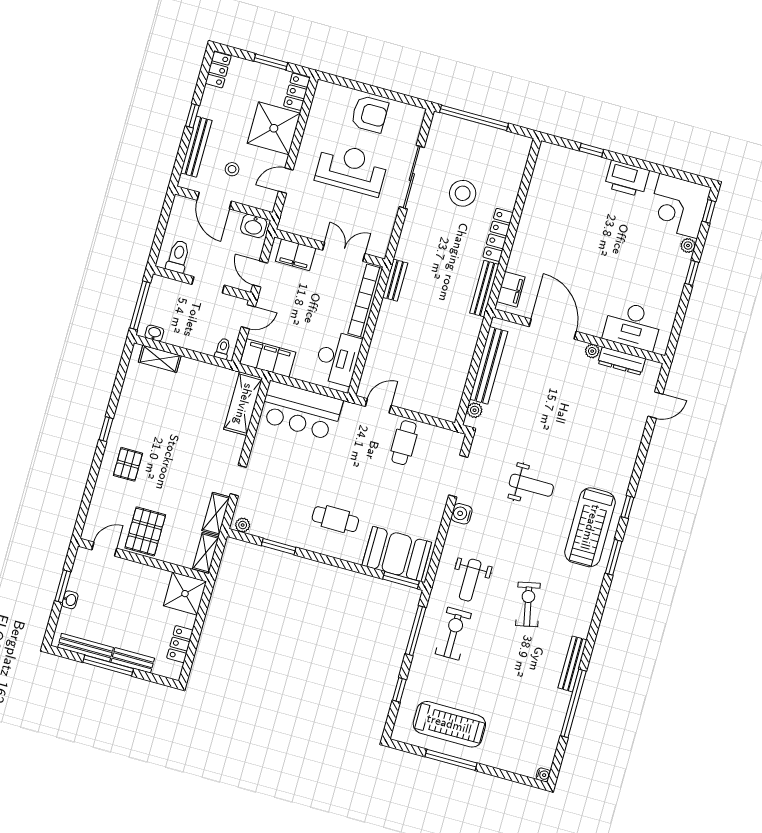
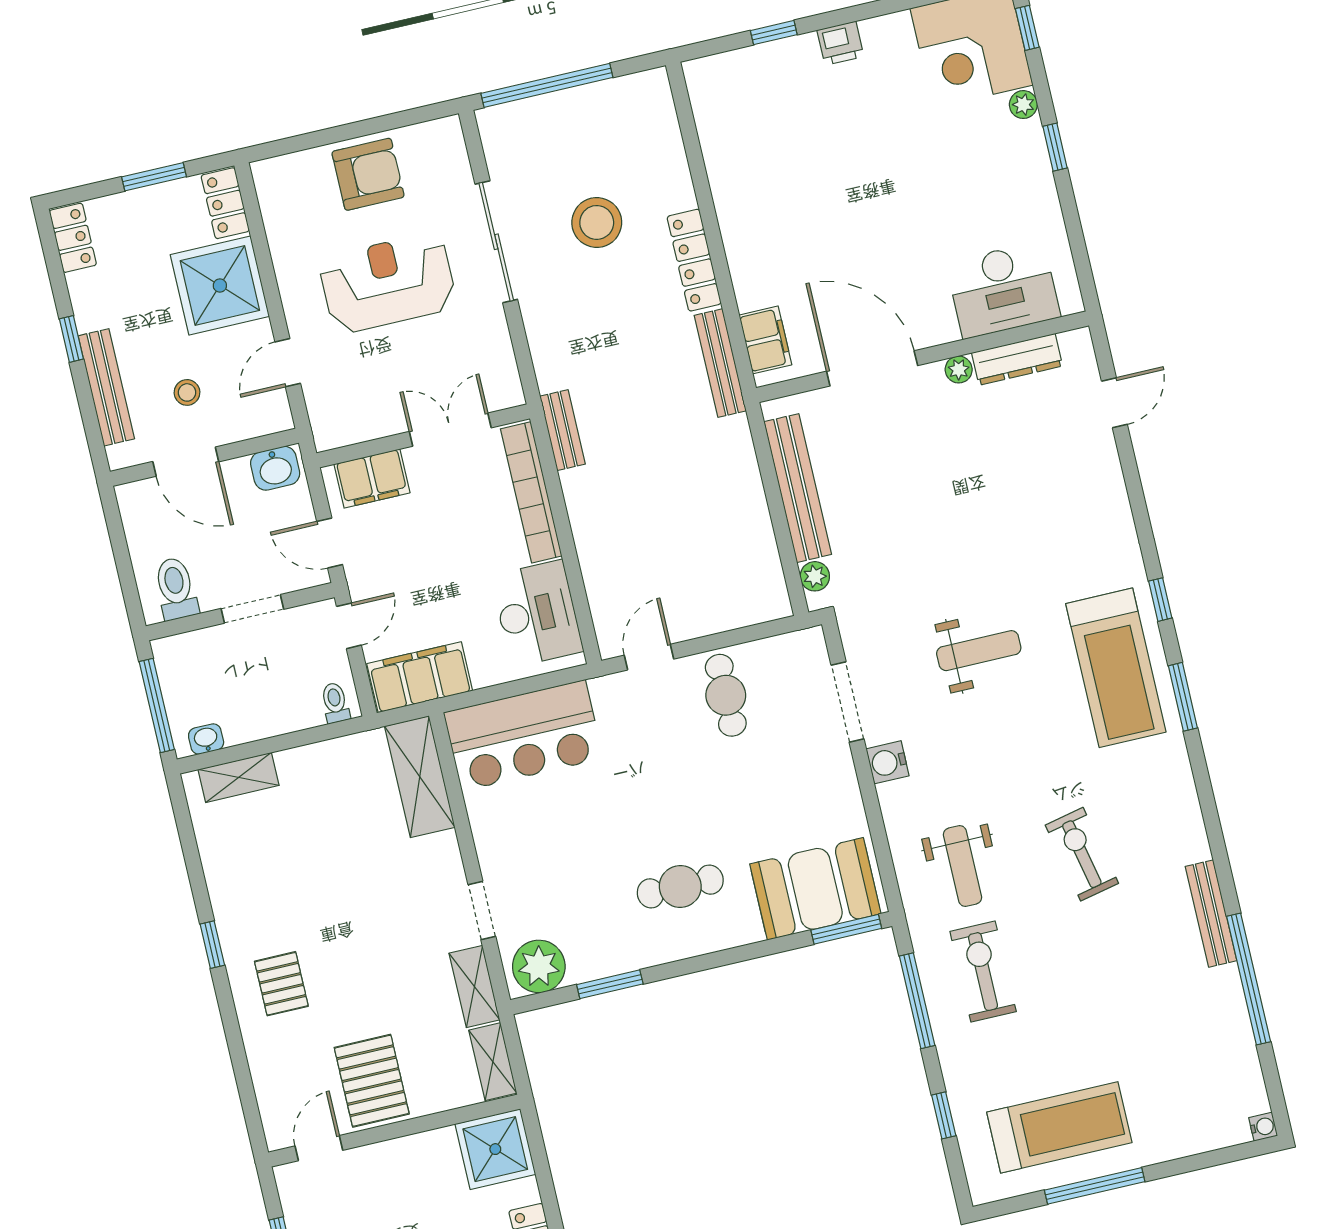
printer: (627, 179) -> (840, 43), width x0.53, depth x0.68
plant: (243, 525) -> (539, 966), width x1.88, depth x1.88

